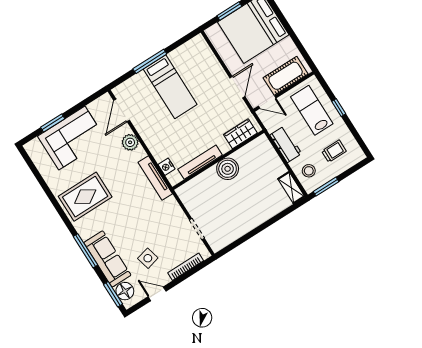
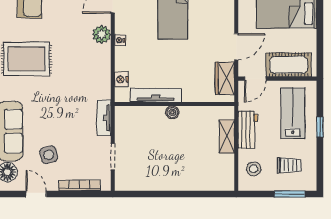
door: (267, 102) -> (255, 79), hinge flipped
wardrobe: (240, 134) -> (225, 78), moved, turned -90
nightstand: (147, 138) -> (120, 40), added
boiler: (228, 169) -> (172, 112), width x0.54, depth x0.54
tv unit: (155, 178) -> (104, 118), moved, width x0.71
window: (326, 187) -> (290, 194), moved
shelving: (291, 188) -> (227, 136), moved

